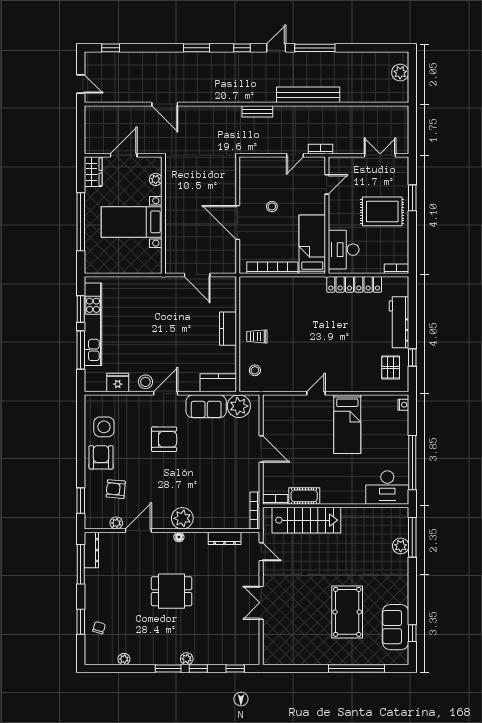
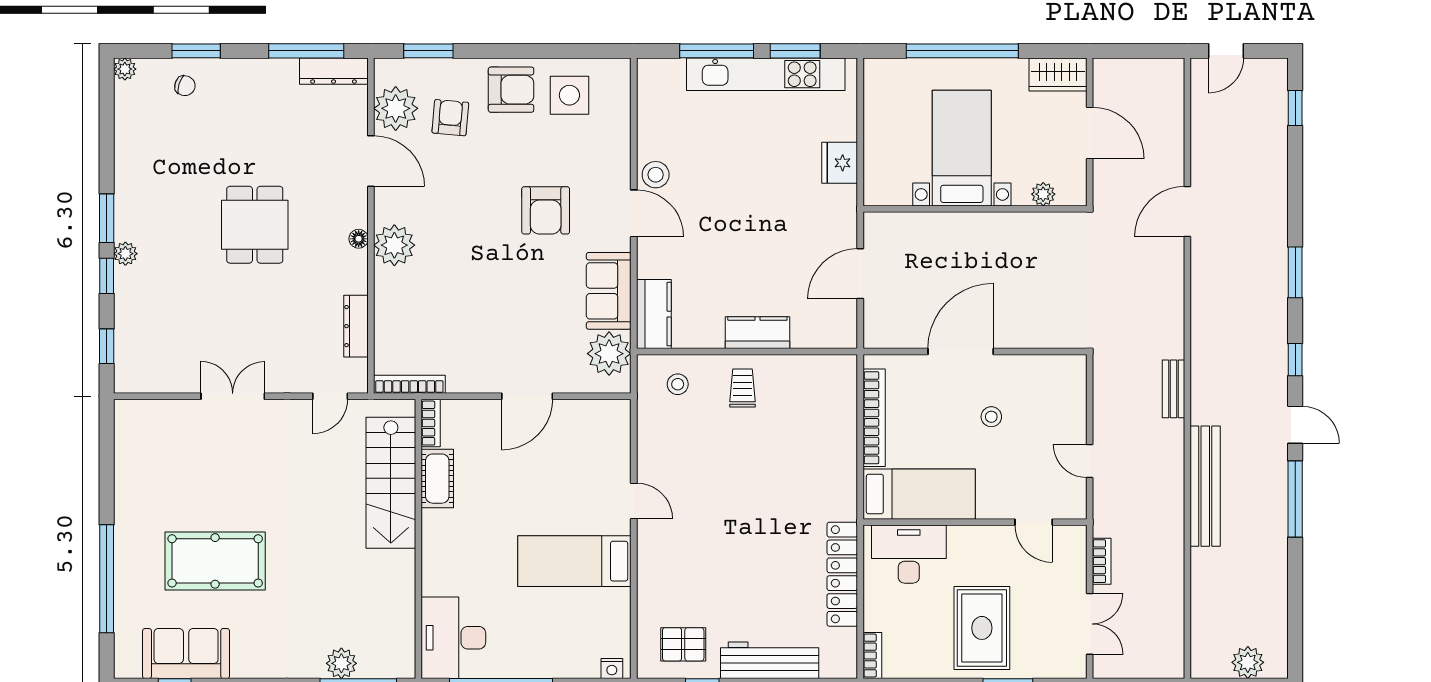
bookcase: (320, 149) -> (1102, 561), moved
fridge: (118, 383) -> (840, 163), moved, turned 180
plant: (116, 523) -> (396, 108), width x1.87, depth x1.87
plant: (124, 659) -> (125, 69), moved

